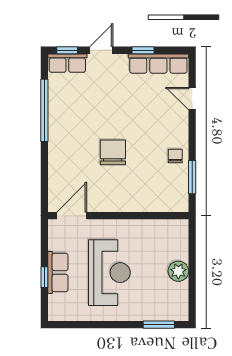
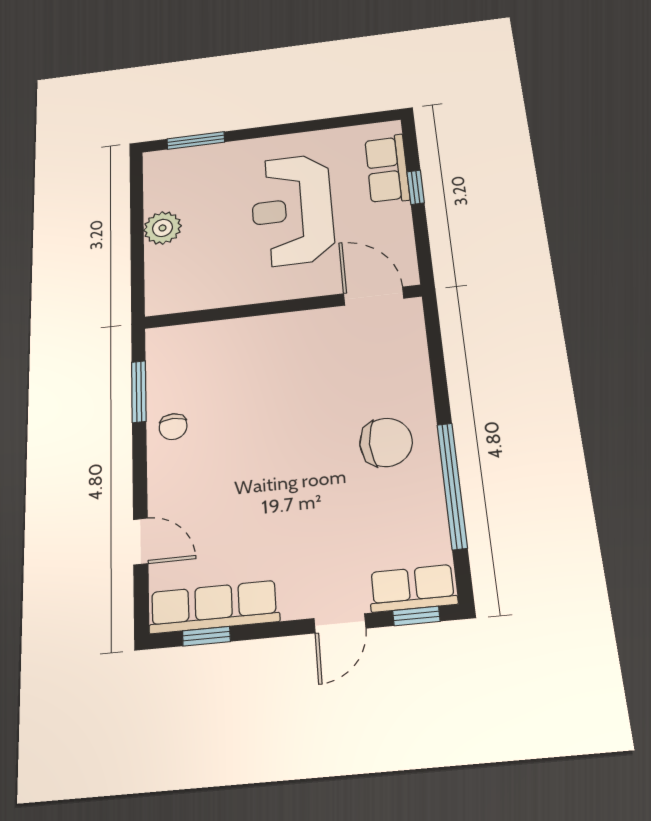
window: (143, 50) -> (206, 636), moved
chair: (113, 152) -> (386, 442), moved, turned -90
door: (72, 216) -> (374, 296), swing flipped
row of seats: (58, 272) -> (387, 169), moved

